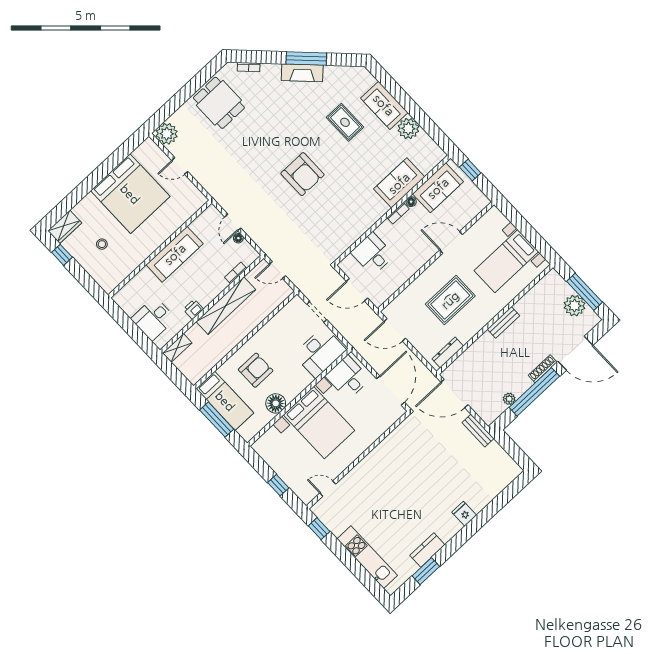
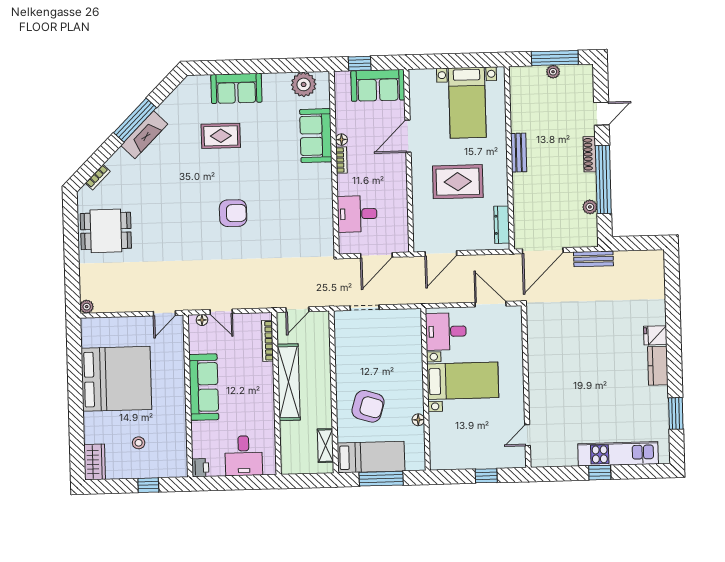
plant: (408, 129) -> (304, 84), moved
plant: (167, 134) -> (87, 307), width x0.53, depth x0.53
door: (180, 166) -> (164, 313), moved
armchair: (303, 174) -> (233, 213), width x0.73, depth x0.73
sofa: (438, 188) -> (378, 85), moved, turned 90
floor lamp: (238, 238) -> (202, 320), moved
window: (62, 255) -> (148, 485), moved
bookcase: (236, 273) -> (268, 341), width x1.56
rug: (450, 300) -> (458, 182), turned 90
plant: (575, 306) -> (553, 72), width x0.53, depth x0.53
printer: (193, 309) -> (200, 468), moved, turned 180
shelving: (177, 348) -> (325, 446), moved
desk: (320, 352) -> (402, 336), removed
door: (575, 353) -> (601, 114), width x0.53
armchair: (256, 370) -> (368, 406), turned 107
door: (391, 391) -> (491, 304), width x0.73
floor lamp: (276, 403) -> (418, 420), width x0.53, depth x0.53
bed with nightstands: (319, 423) -> (463, 381), width x0.73
window: (319, 529) -> (600, 473), moved
kitchen counter: (427, 550) -> (658, 366), moved

